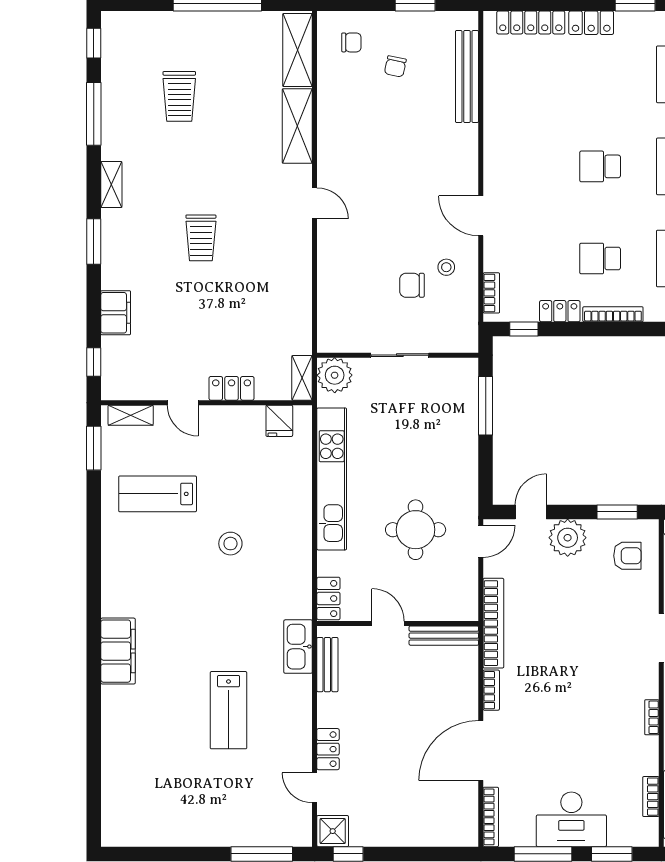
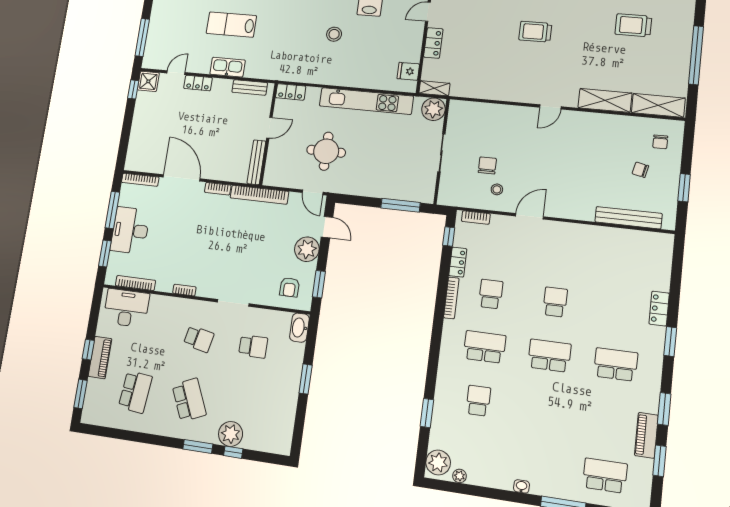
locker: (531, 22) -> (663, 266), removed
kitchen sink: (298, 647) -> (228, 67), moved
bookcase: (651, 797) -> (135, 283), width x1.56

